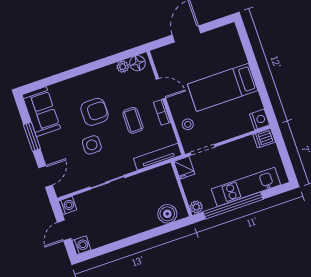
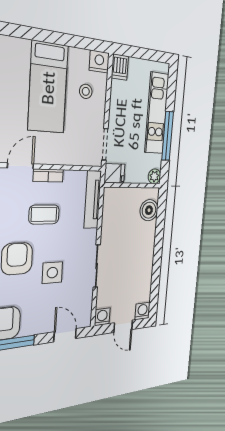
stool: (188, 124) -> (86, 91), moved
window: (233, 206) -> (168, 136), width x0.68

